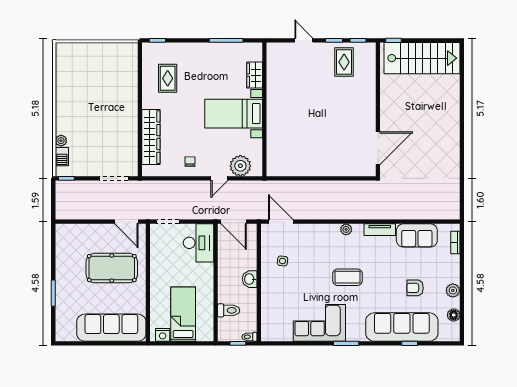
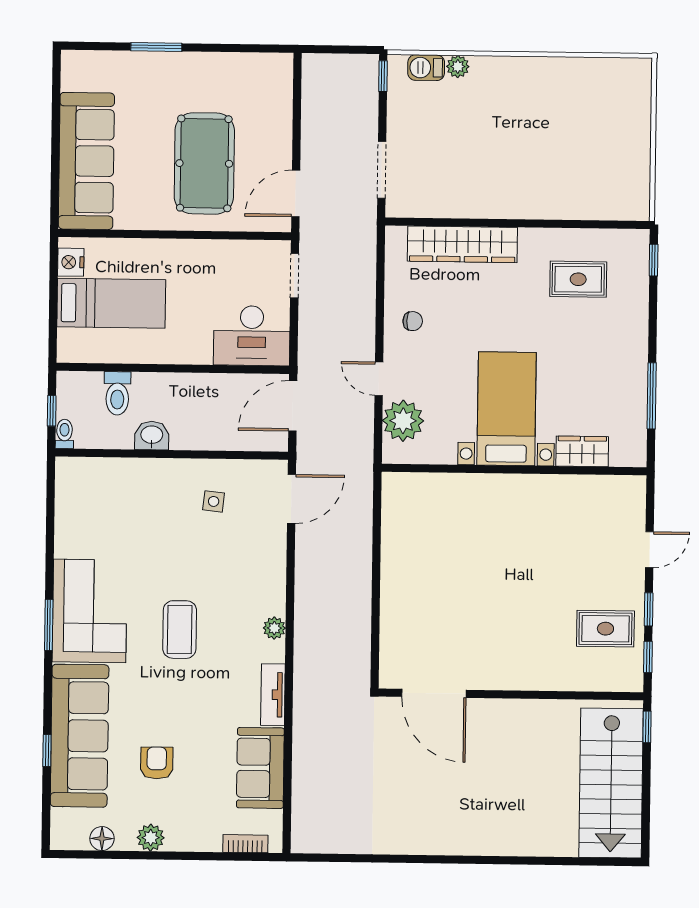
washbasin: (250, 279) -> (152, 435), moved
corner sofa: (319, 323) -> (90, 611), moved

